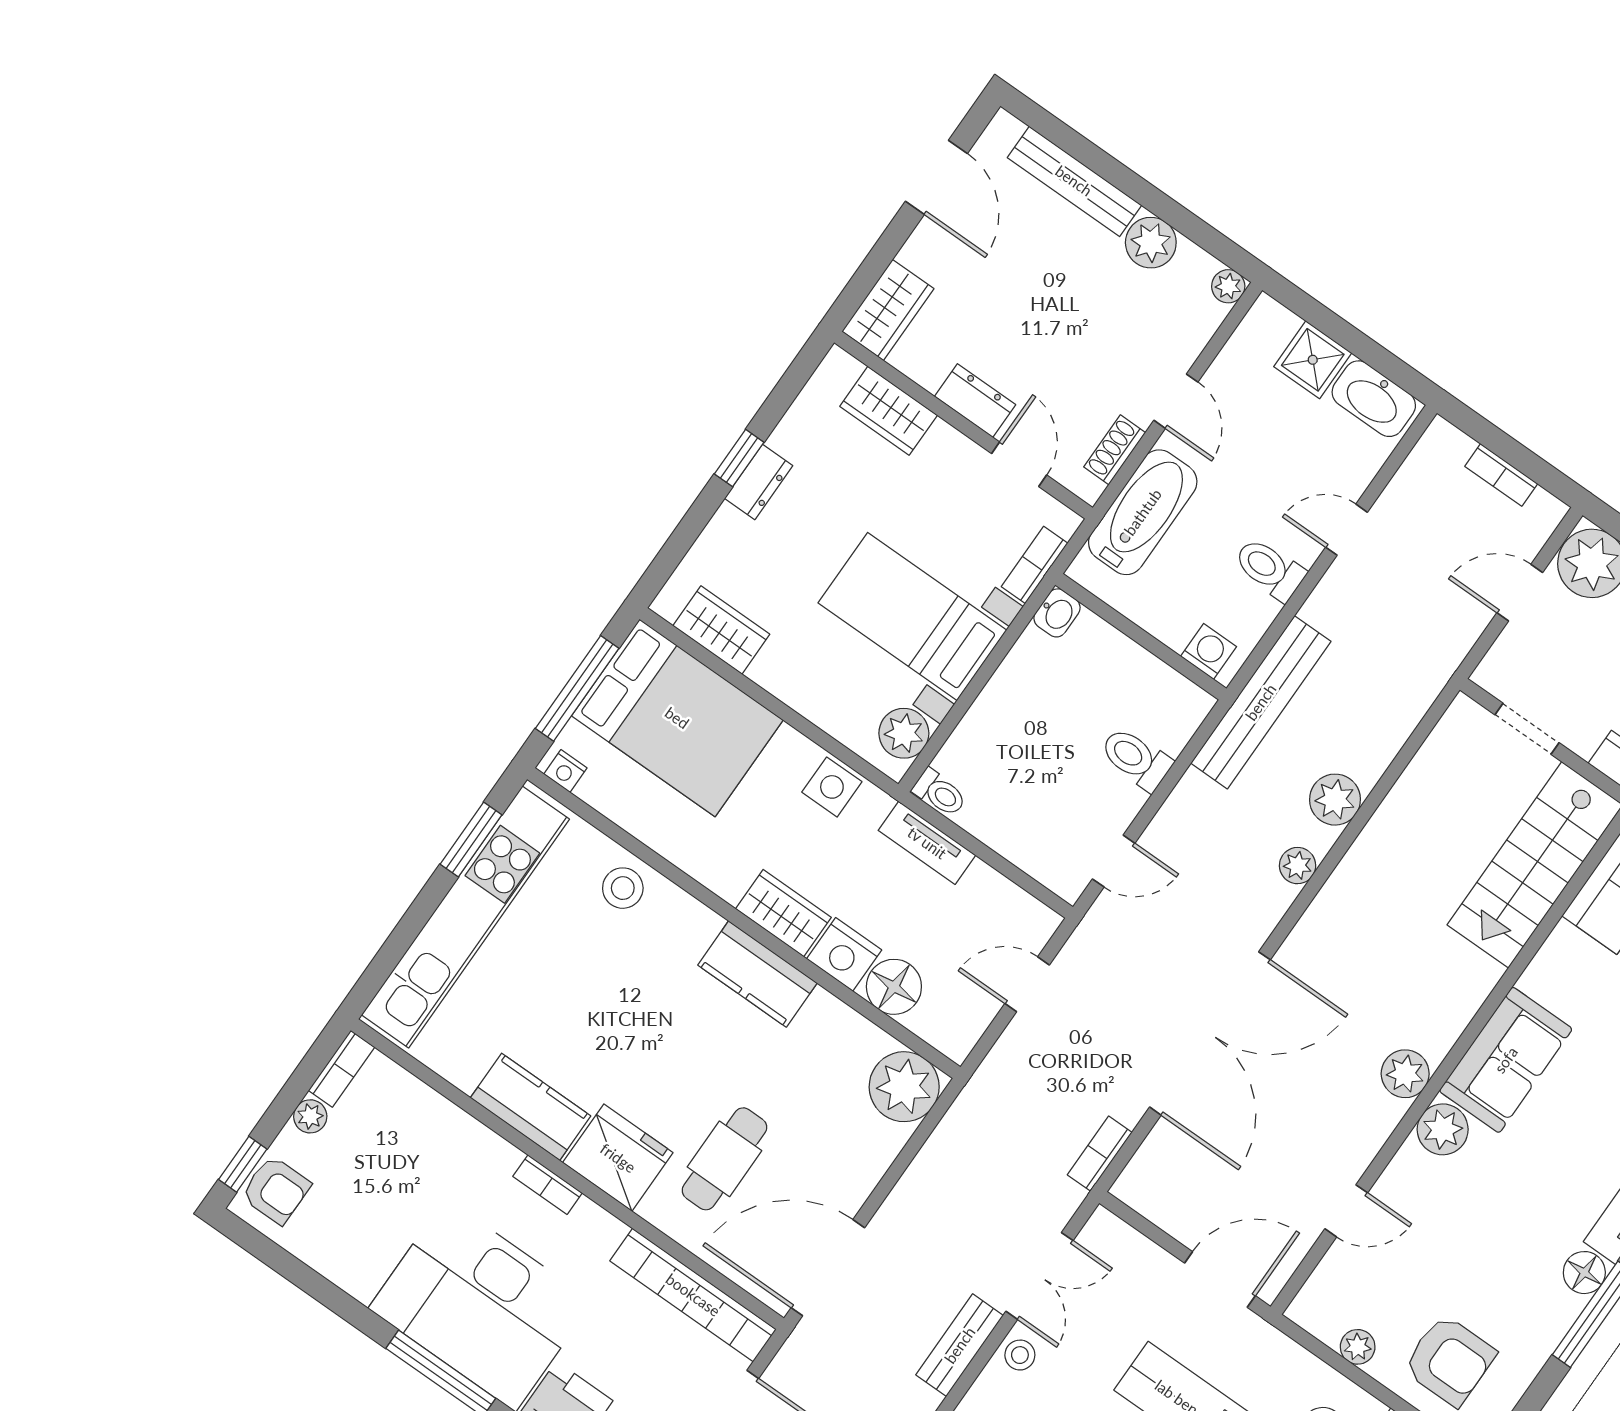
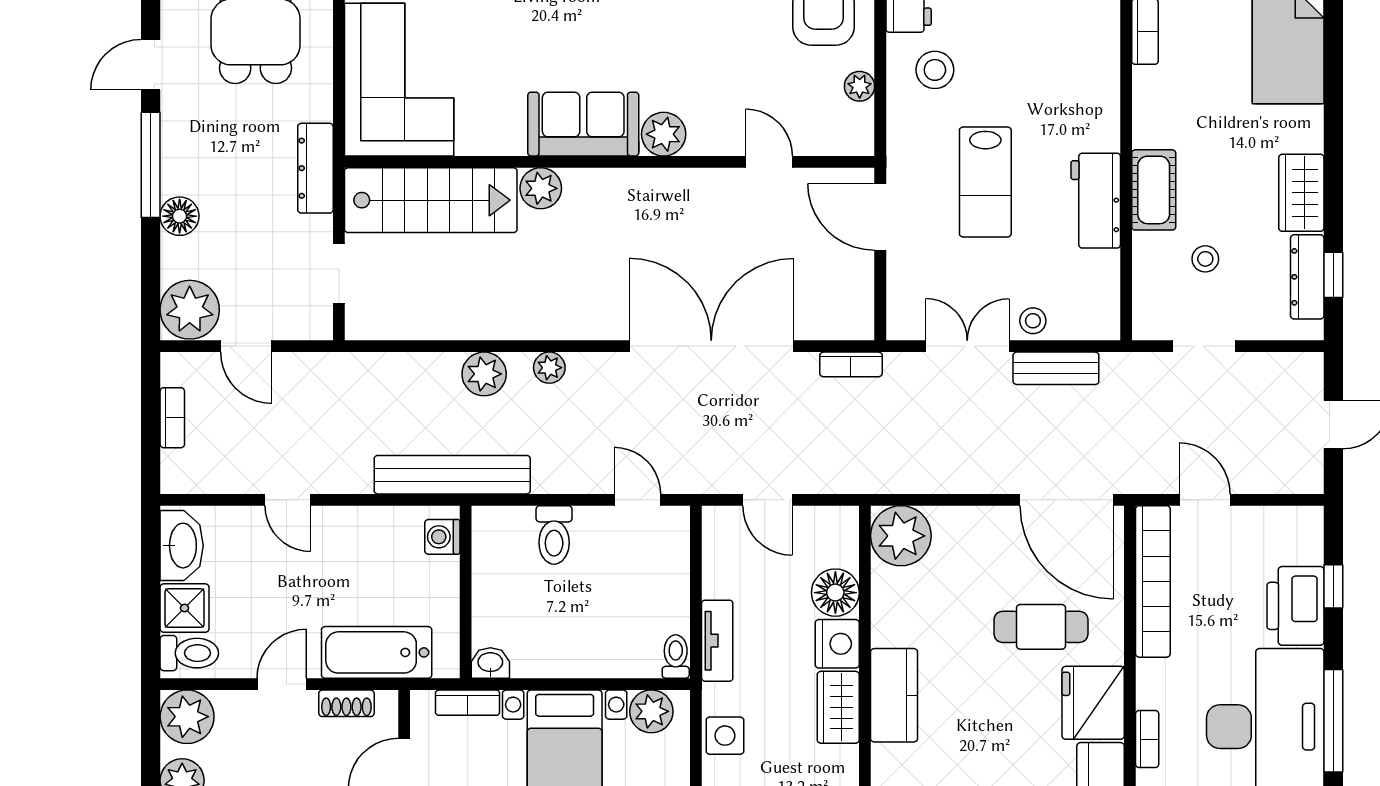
plant: (1228, 286) -> (187, 717), width x1.87, depth x1.87
toilet: (1270, 569) -> (189, 653), moved, turned -90
plant: (1405, 1074) -> (541, 188), moved

